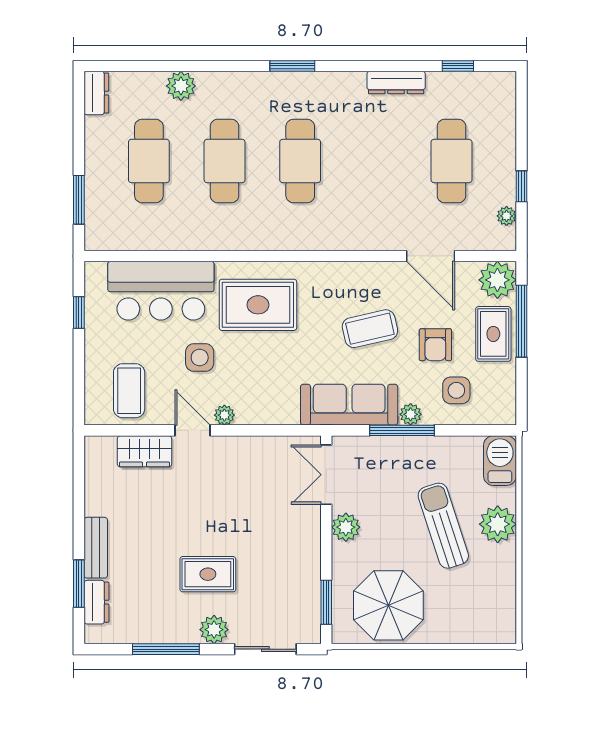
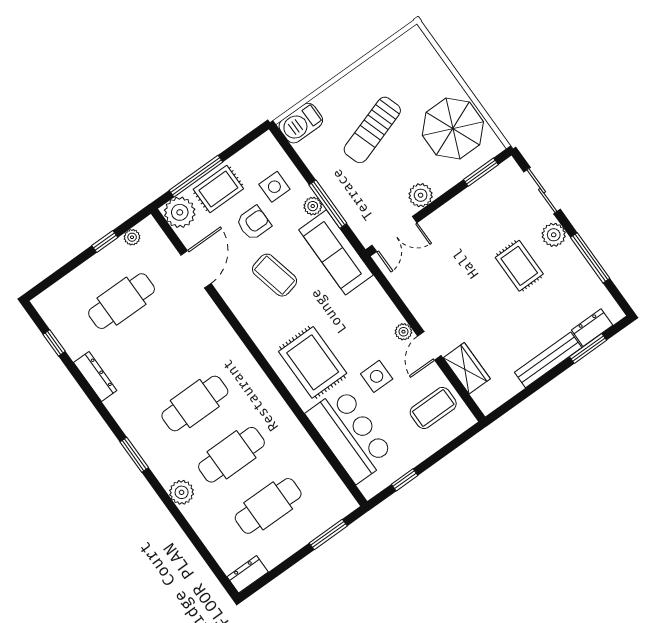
plant: (181, 86) -> (182, 492), moved
plant: (498, 524) -> (345, 94), removed
bench: (96, 548) -> (548, 360), width x1.36

